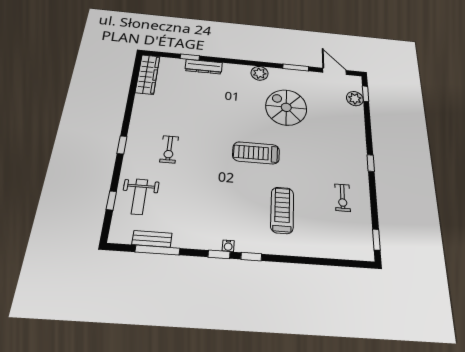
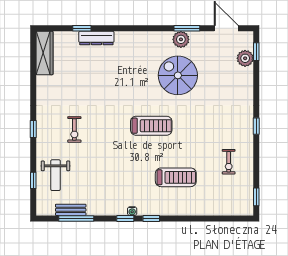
plant: (260, 73) -> (181, 39), moved
treadmill: (256, 153) -> (151, 126), turned 180
treadmill: (282, 210) -> (176, 177), turned 90

